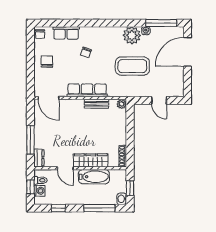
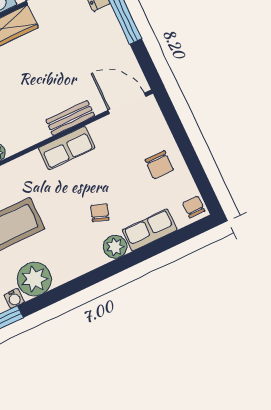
plant: (86, 33) -> (115, 247), added
row of seats: (87, 90) -> (67, 148), width x0.68
bench: (96, 104) -> (70, 118), moved

